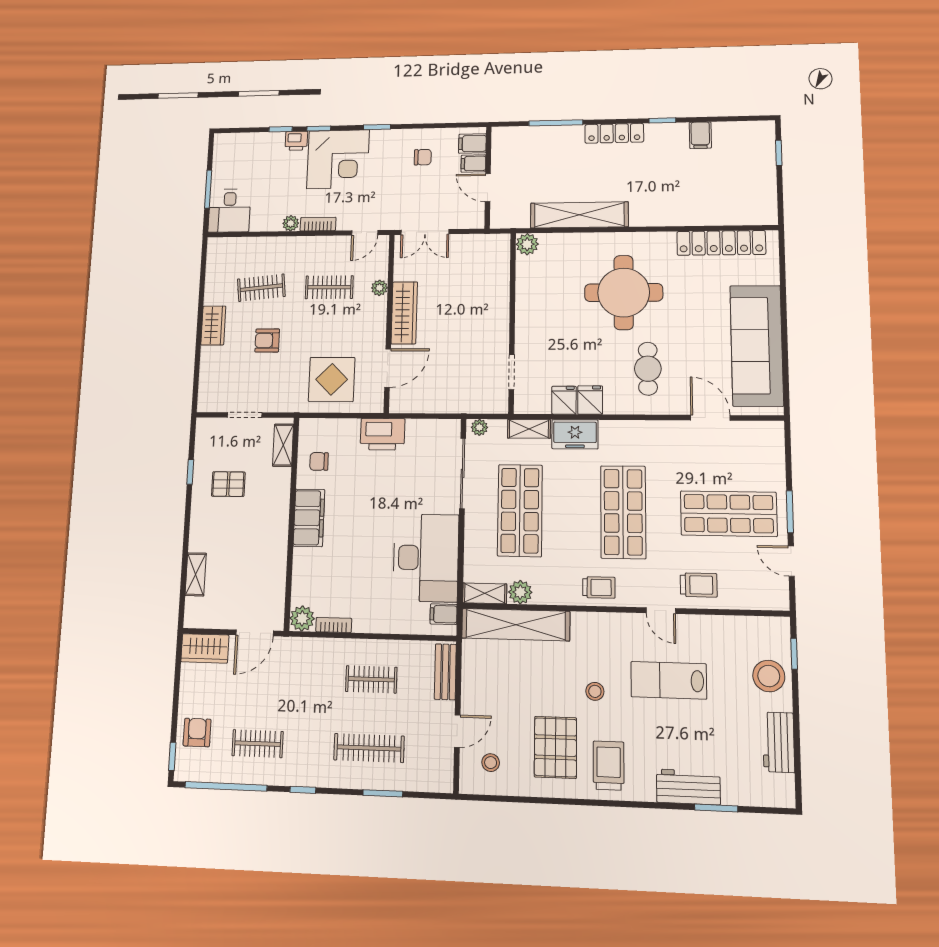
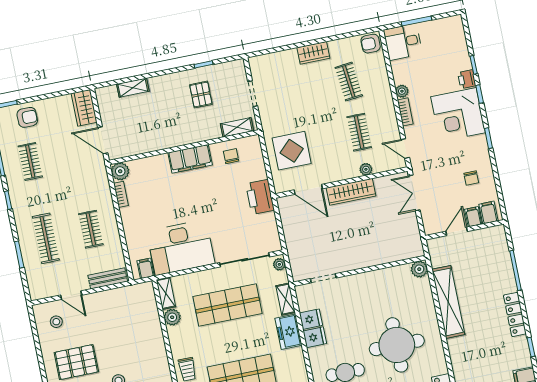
armchair: (267, 340) -> (371, 44), moved, turned -90
shelving: (516, 625) -> (150, 319), removed

